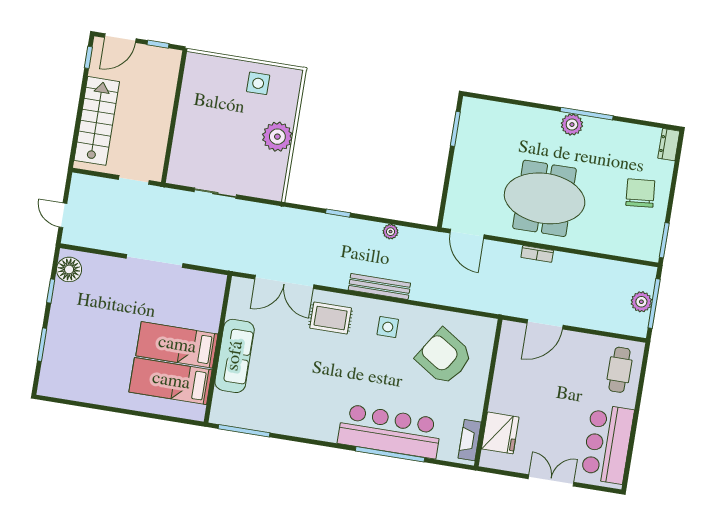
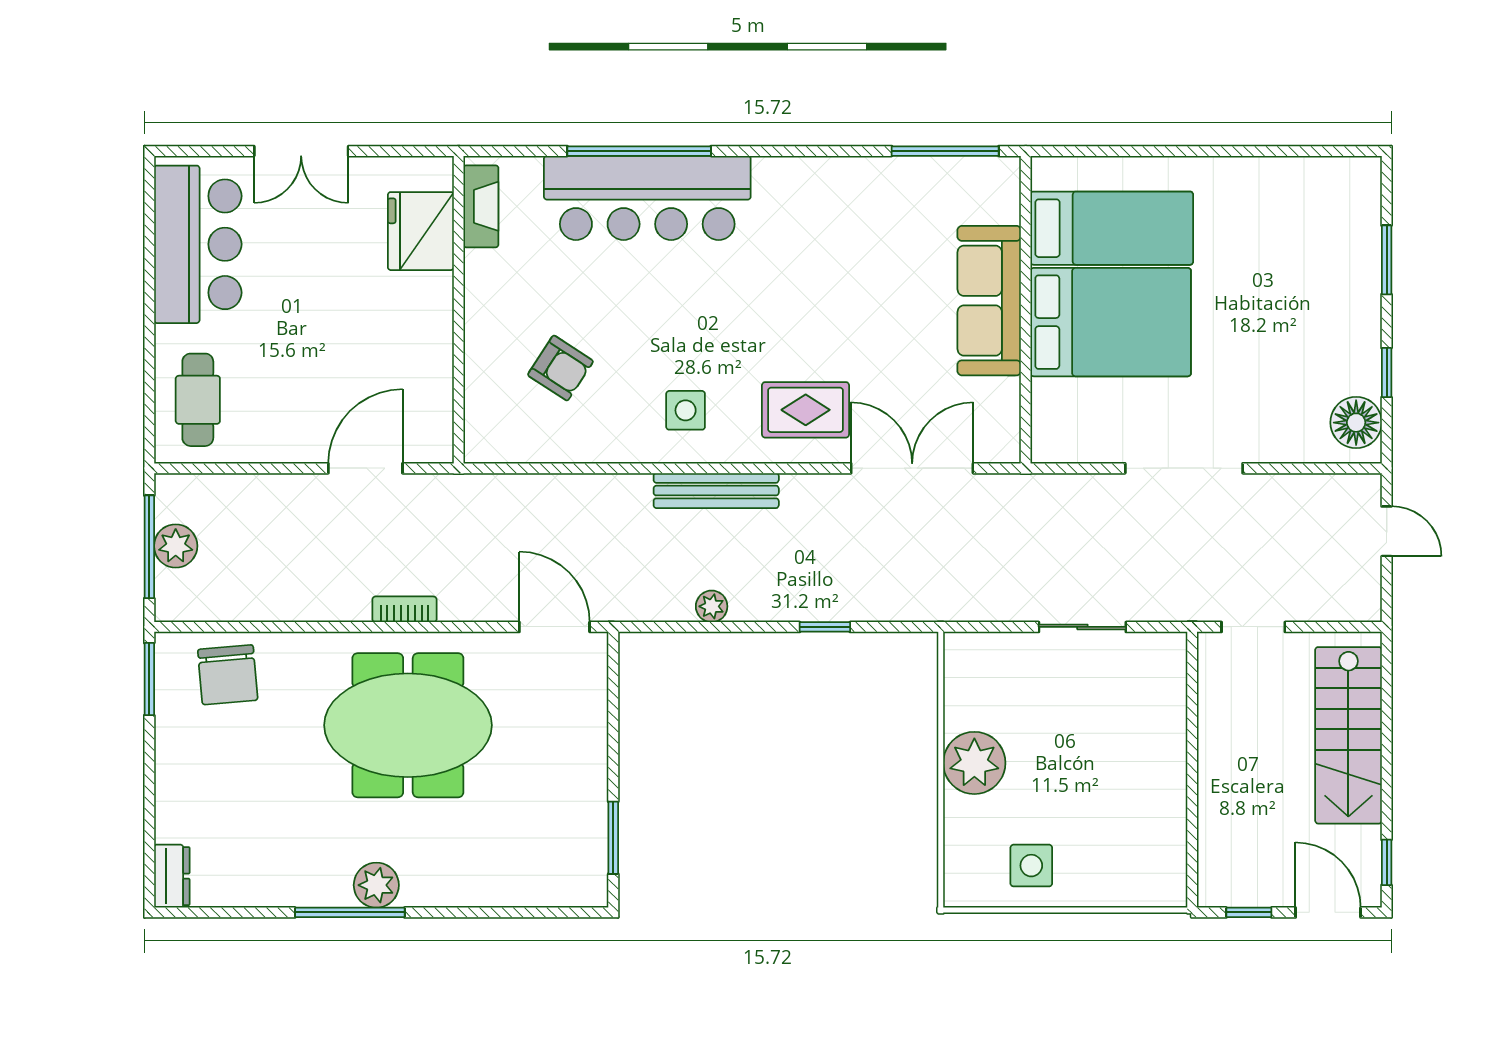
door: (120, 38) -> (1328, 912), hinge flipped
chair: (640, 193) -> (228, 675), moved
bed: (177, 345) -> (1111, 322), width x1.50
armchair: (444, 357) -> (560, 368), width x0.53, depth x0.53

